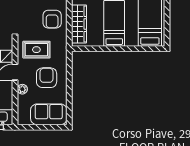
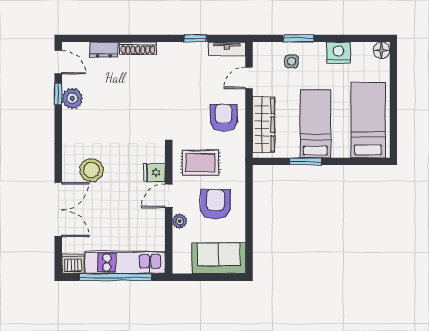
armchair: (52, 19) -> (224, 118), turned 180
window: (107, 49) -> (305, 161), added

